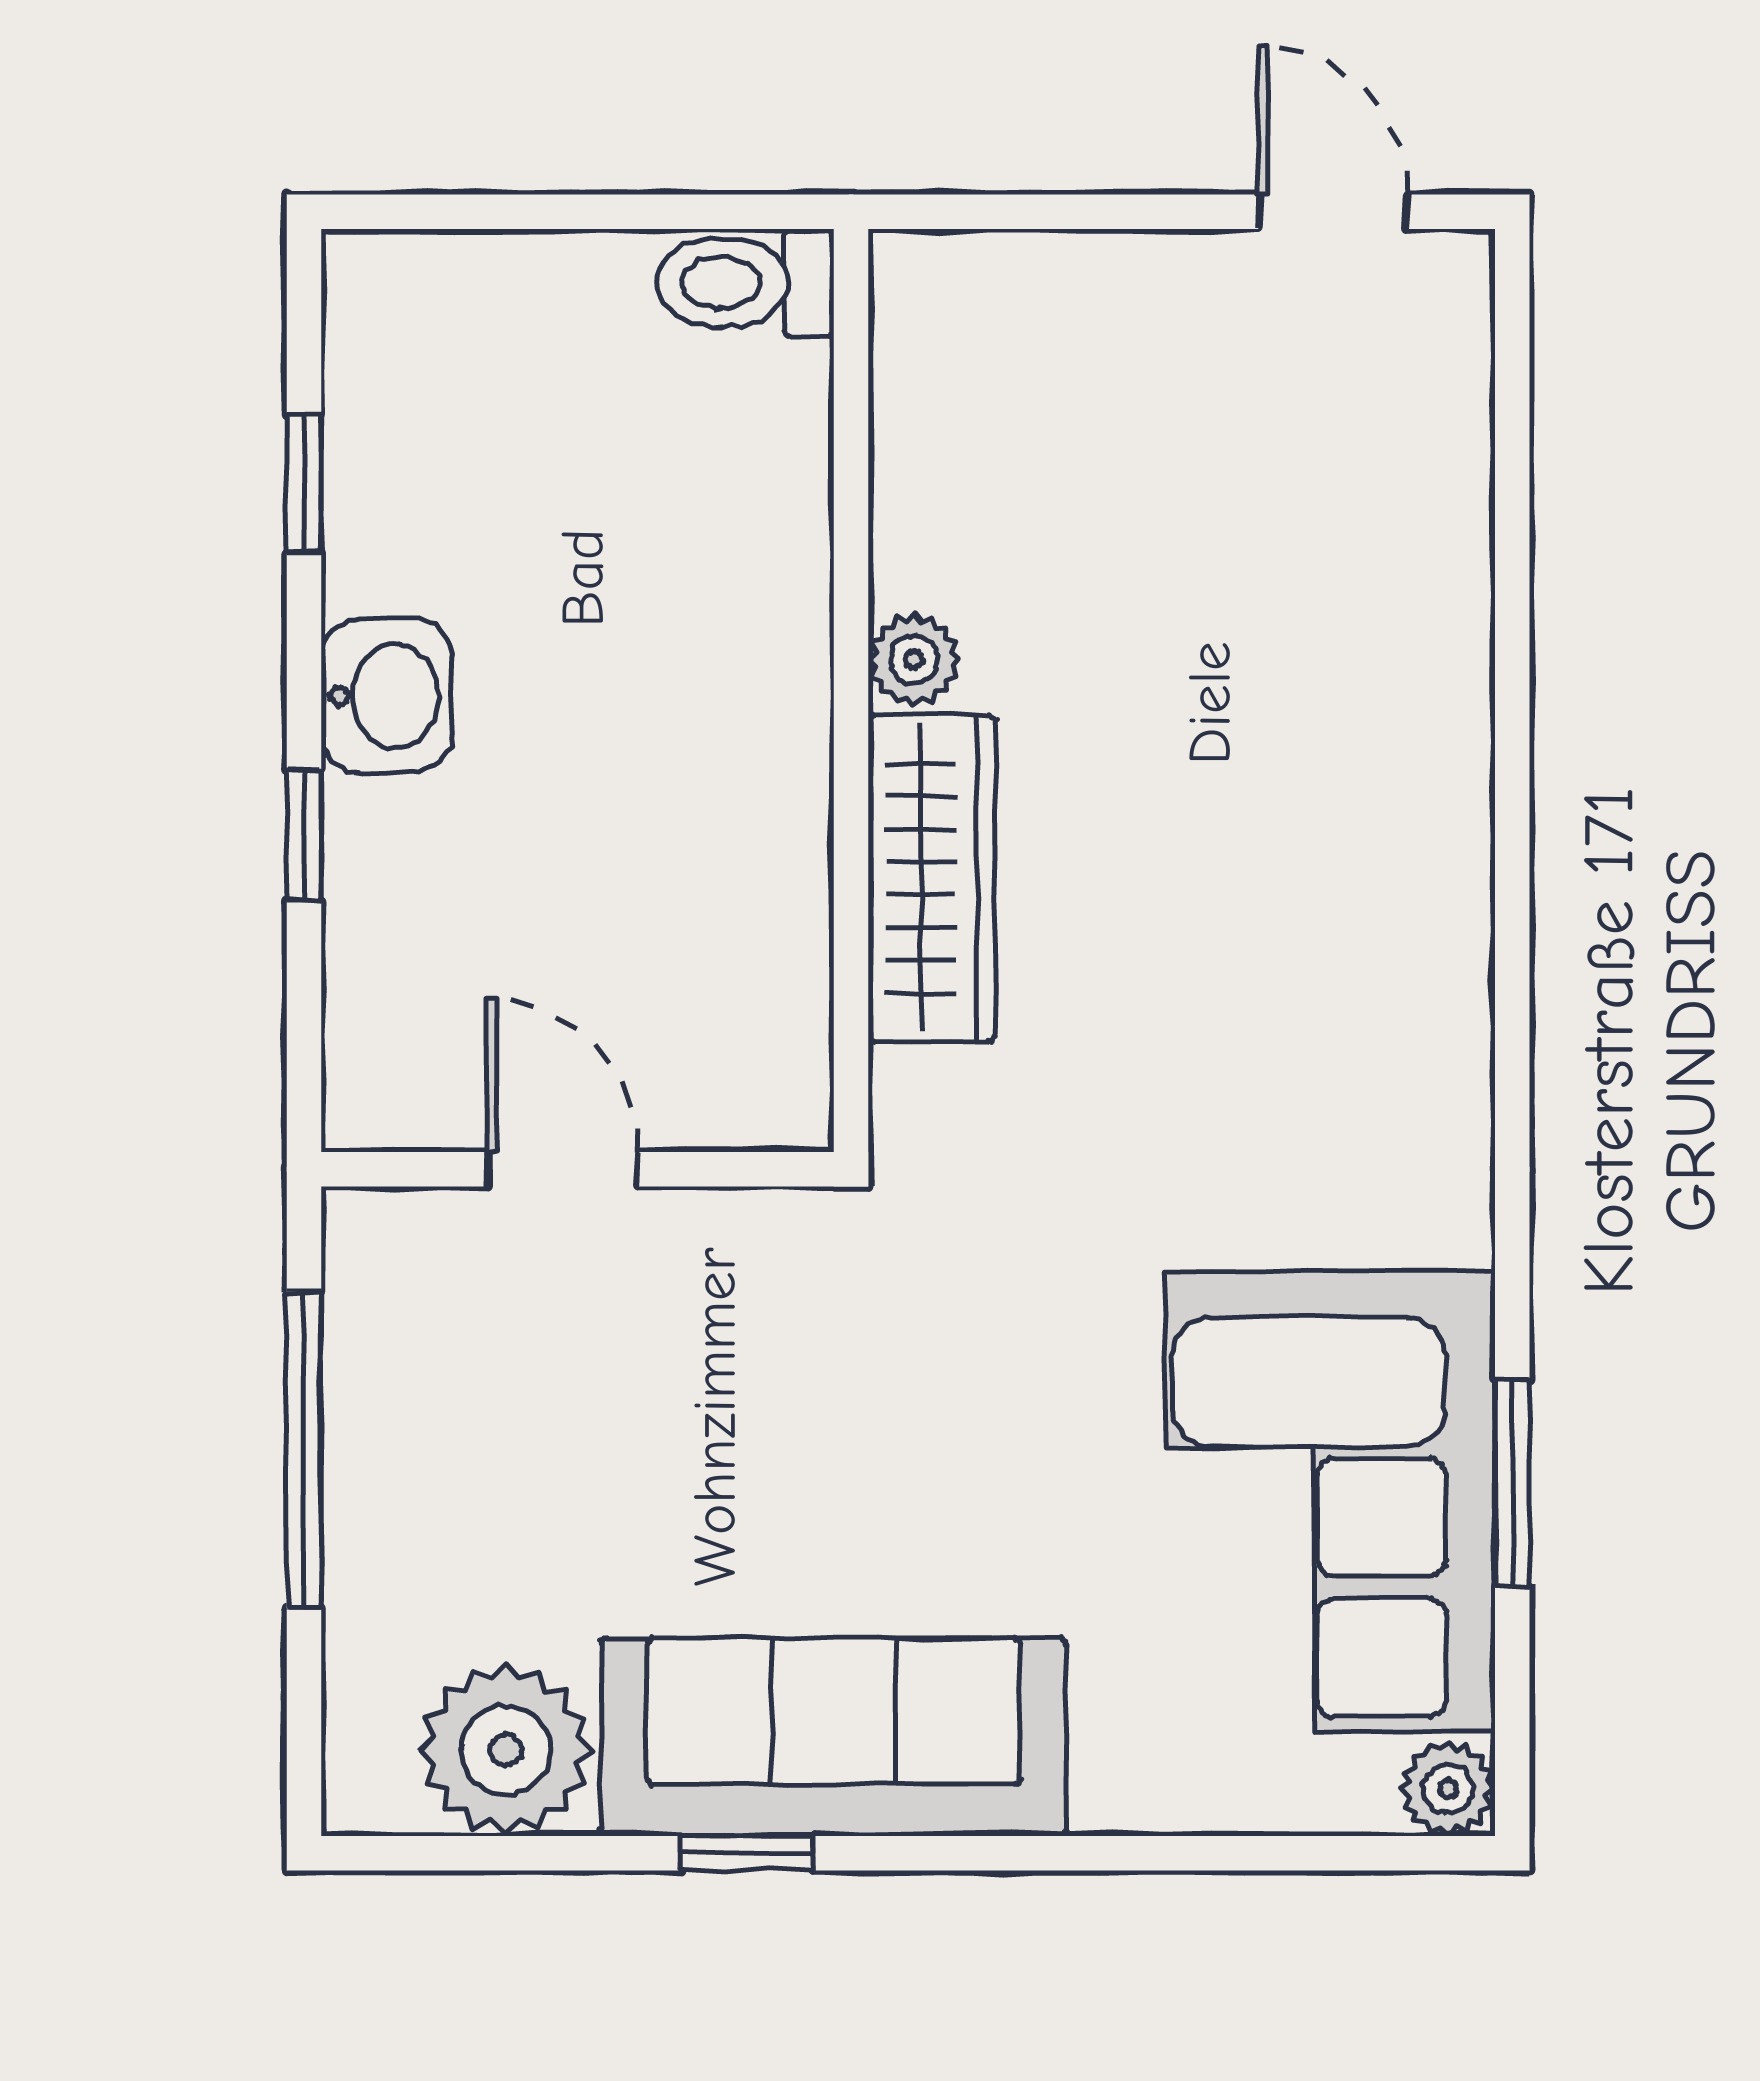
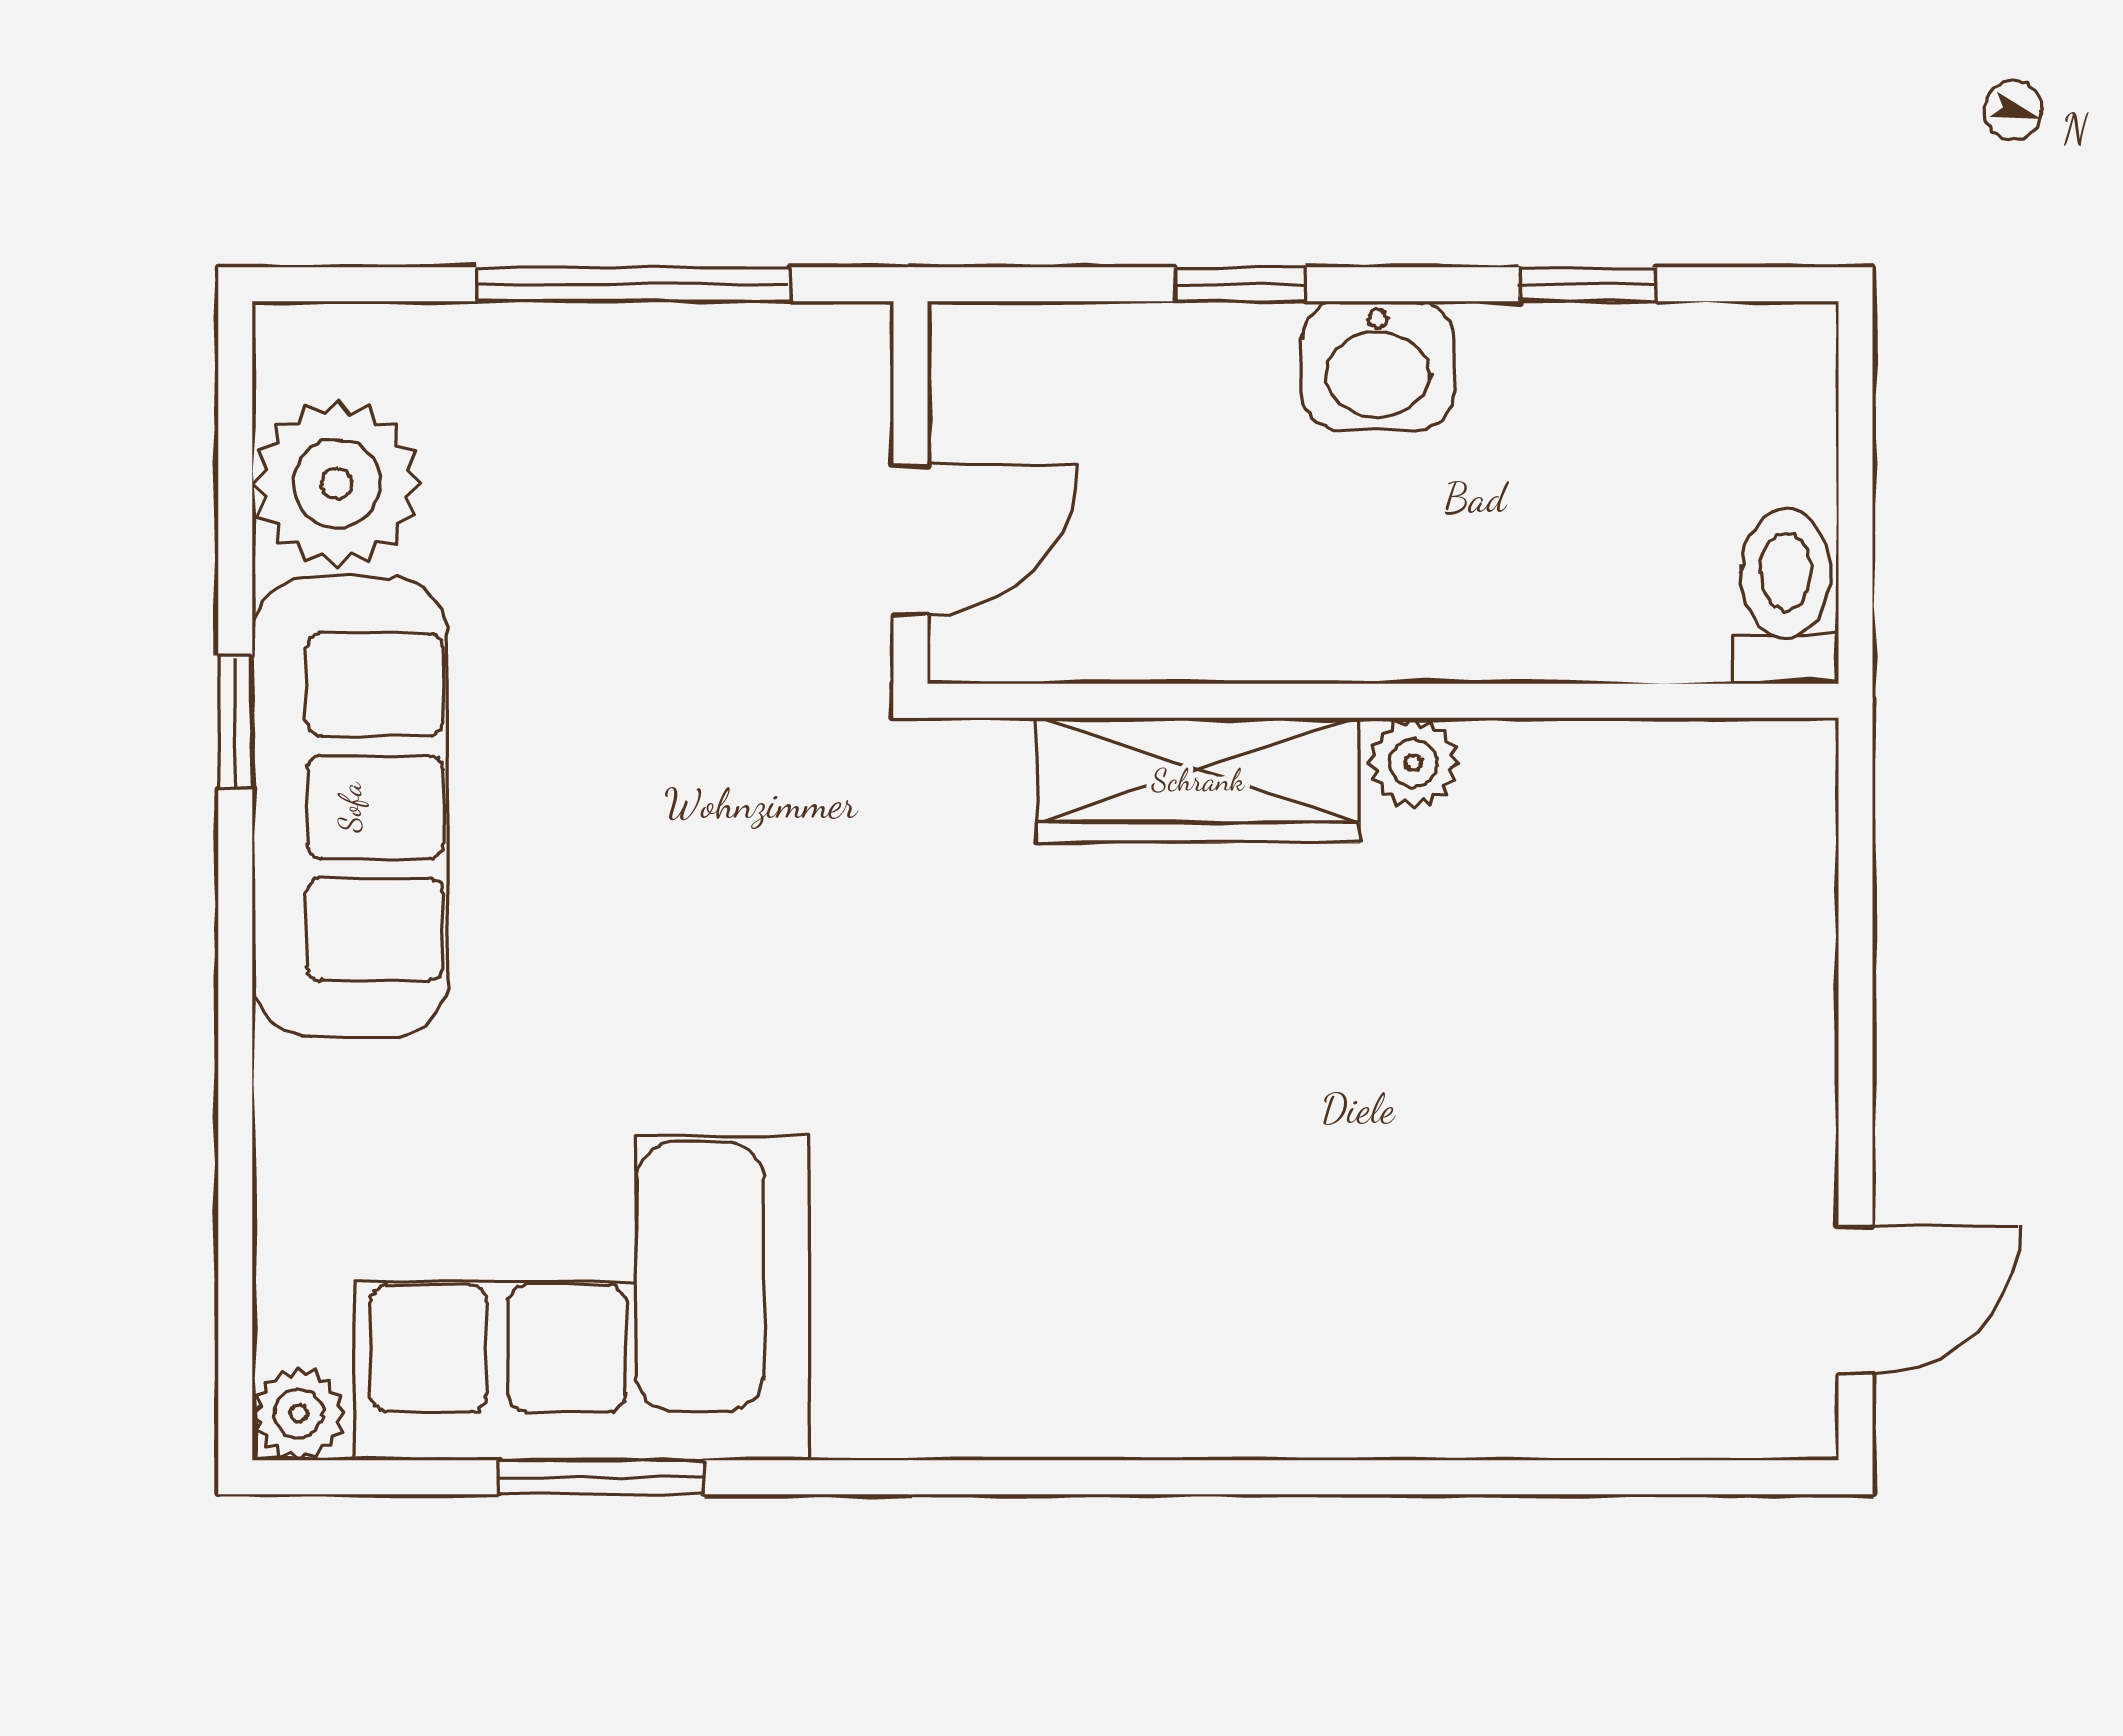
toilet: (745, 283) -> (1786, 596), moved
plant: (914, 660) -> (1413, 763), moved
wall: (851, 691) -> (1383, 701), moved
wardrobe: (931, 878) -> (1198, 780), moved

